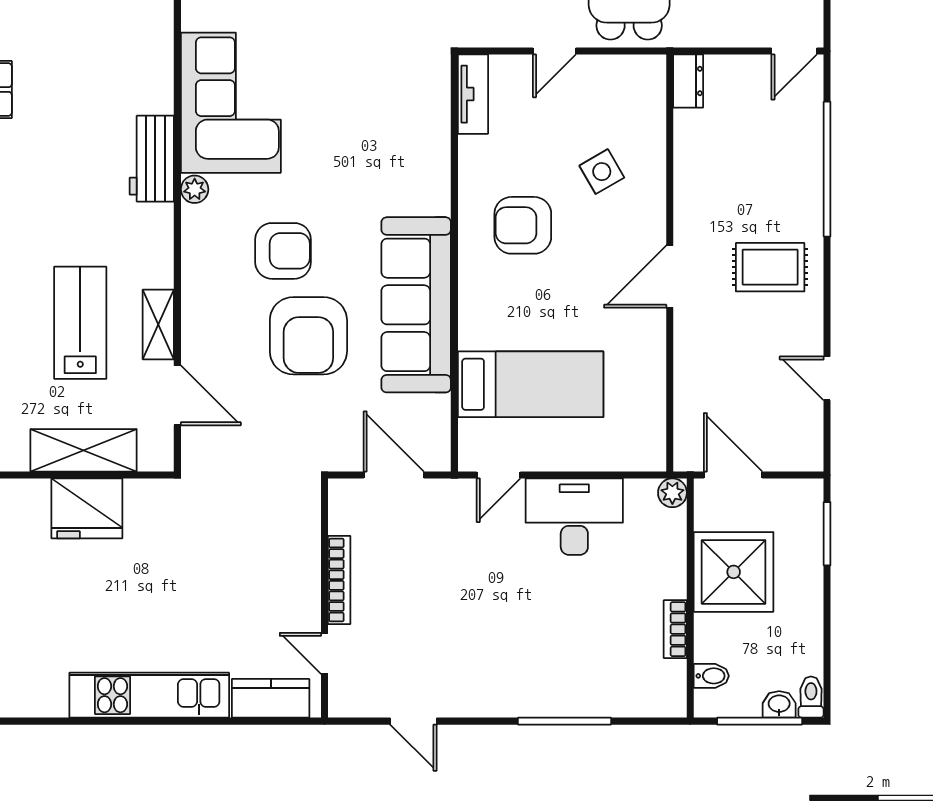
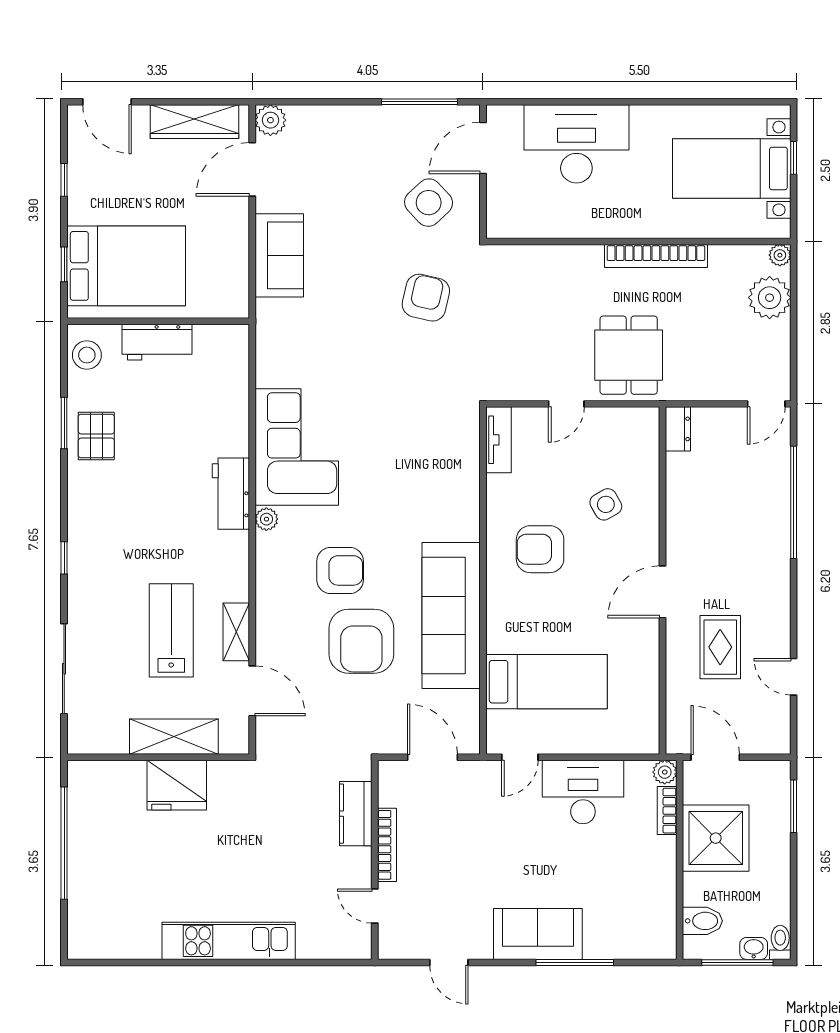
rug: (770, 267) -> (720, 647), moved, turned 90
bookcase: (675, 629) -> (667, 811), moved
bidet: (711, 676) -> (702, 921), width x1.38, depth x1.36
sofa: (520, 687) -> (538, 934), added
kitchen counter: (271, 698) -> (356, 814), moved, turned -90

